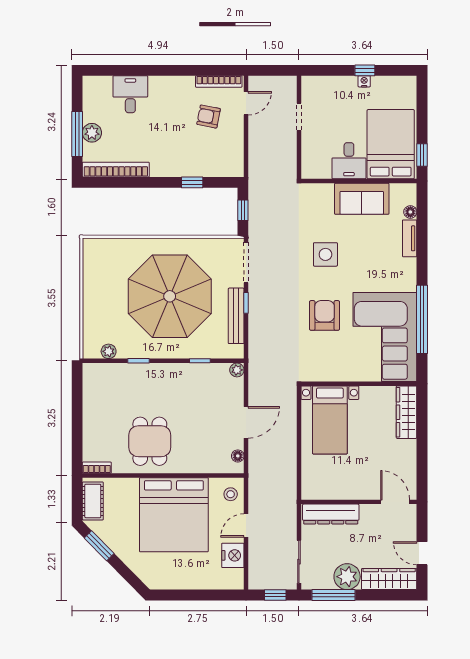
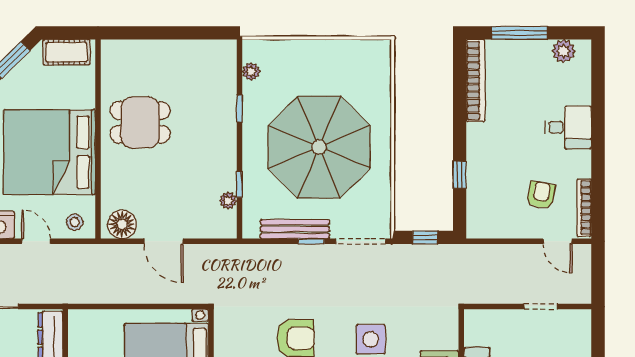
desk: (130, 94) -> (569, 127), moved
plant: (92, 133) -> (564, 51), moved
plant: (237, 370) -> (228, 201), moved
floor lamp: (238, 456) -> (122, 224), width x1.89, depth x1.89
bookcase: (97, 468) -> (108, 57), removed

